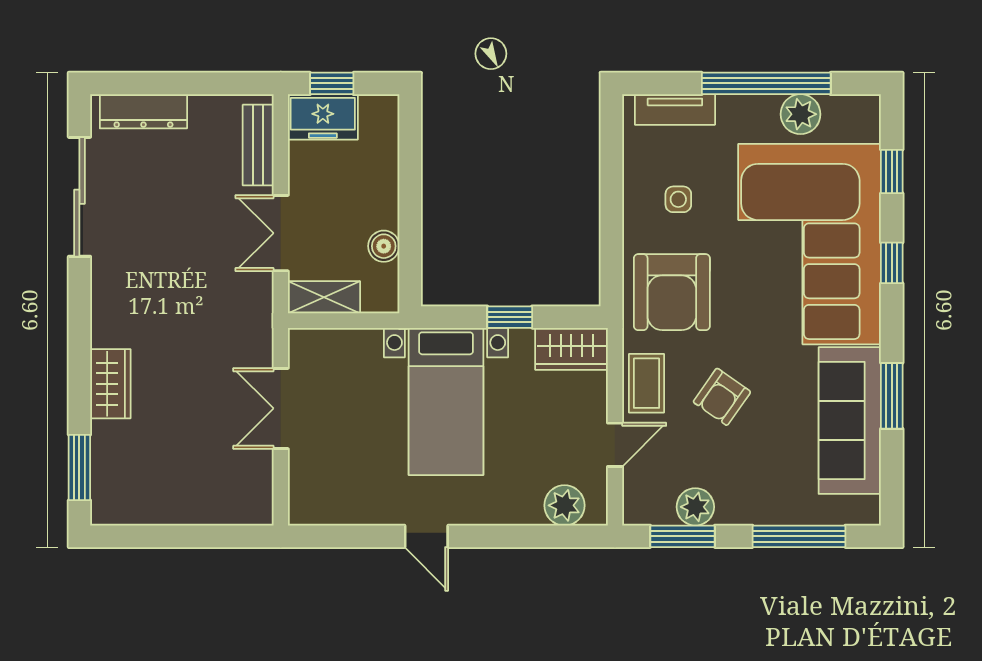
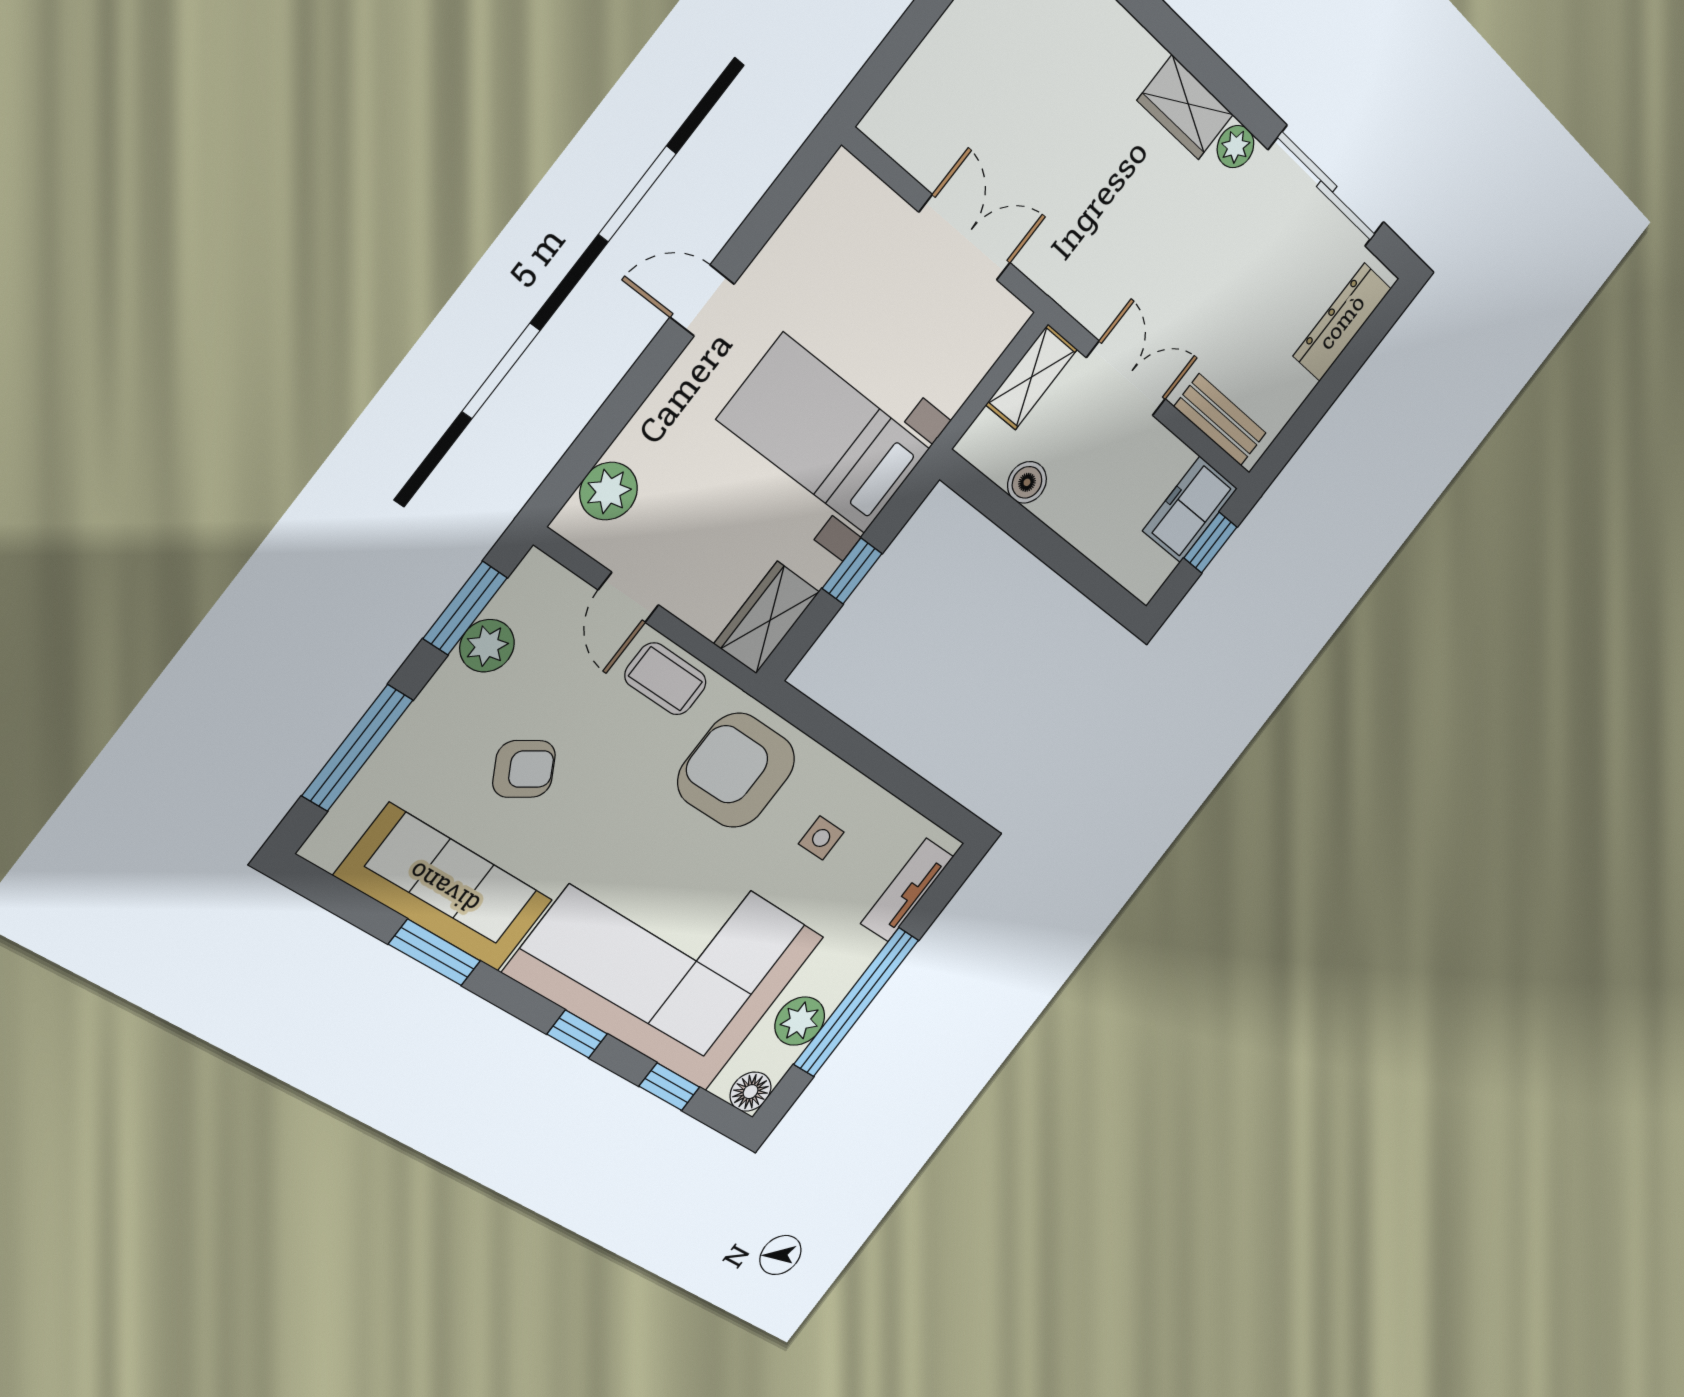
floor lamp: (865, 111) -> (751, 1092), added
plant: (105, 280) -> (1235, 147), added
wardrobe: (110, 384) -> (1185, 107), moved
armchair: (722, 397) -> (524, 769), moved, turned 114

